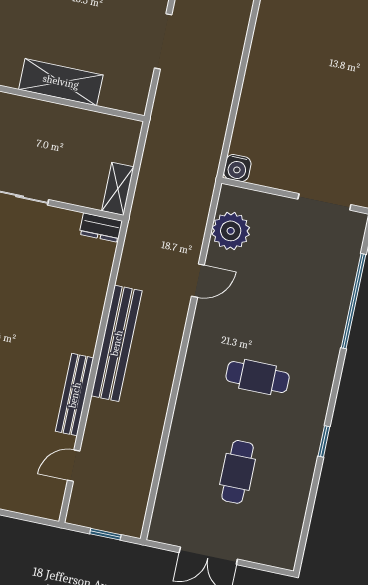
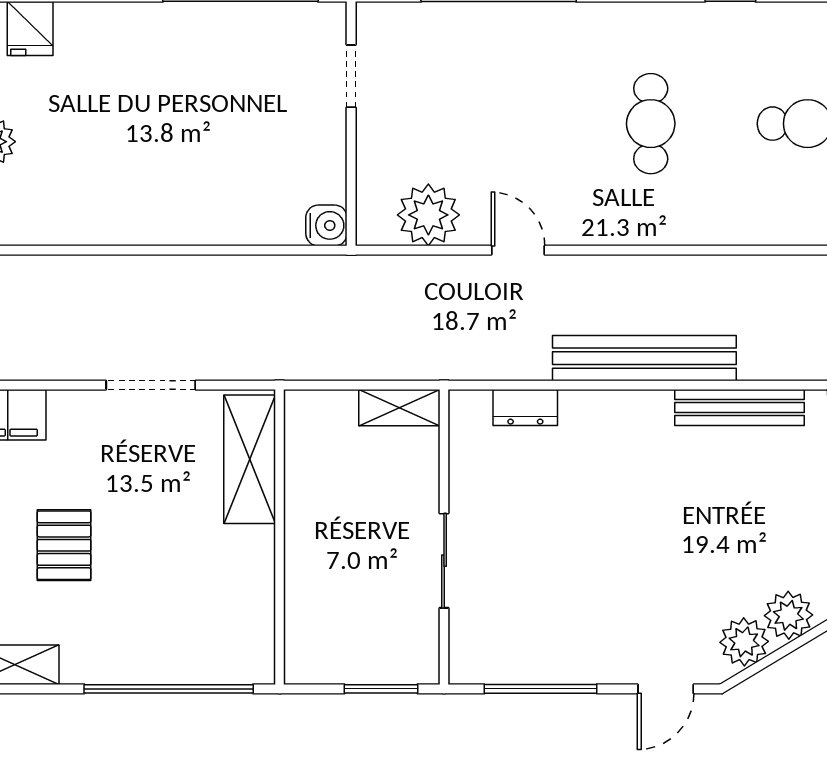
shelving: (61, 82) -> (250, 459), moved
doorway: (324, 202) -> (351, 76), width x0.73
dresser: (101, 228) -> (525, 407), moved, turned 90

